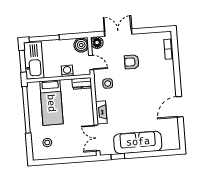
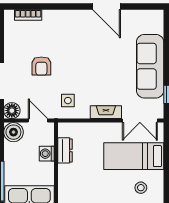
door: (91, 63) -> (38, 121), hinge flipped
dresser: (82, 83) -> (65, 150), moved
bed: (51, 103) -> (134, 156), moved, turned 180

